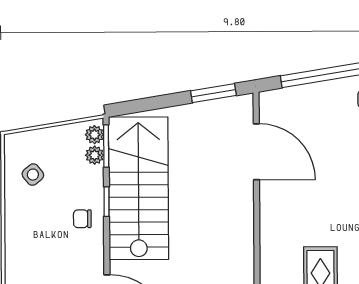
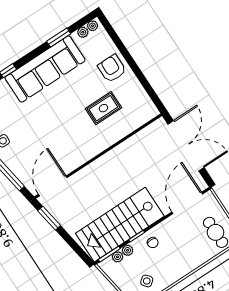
plant: (94, 135) -> (128, 250), moved
door: (256, 152) -> (53, 186), moved

